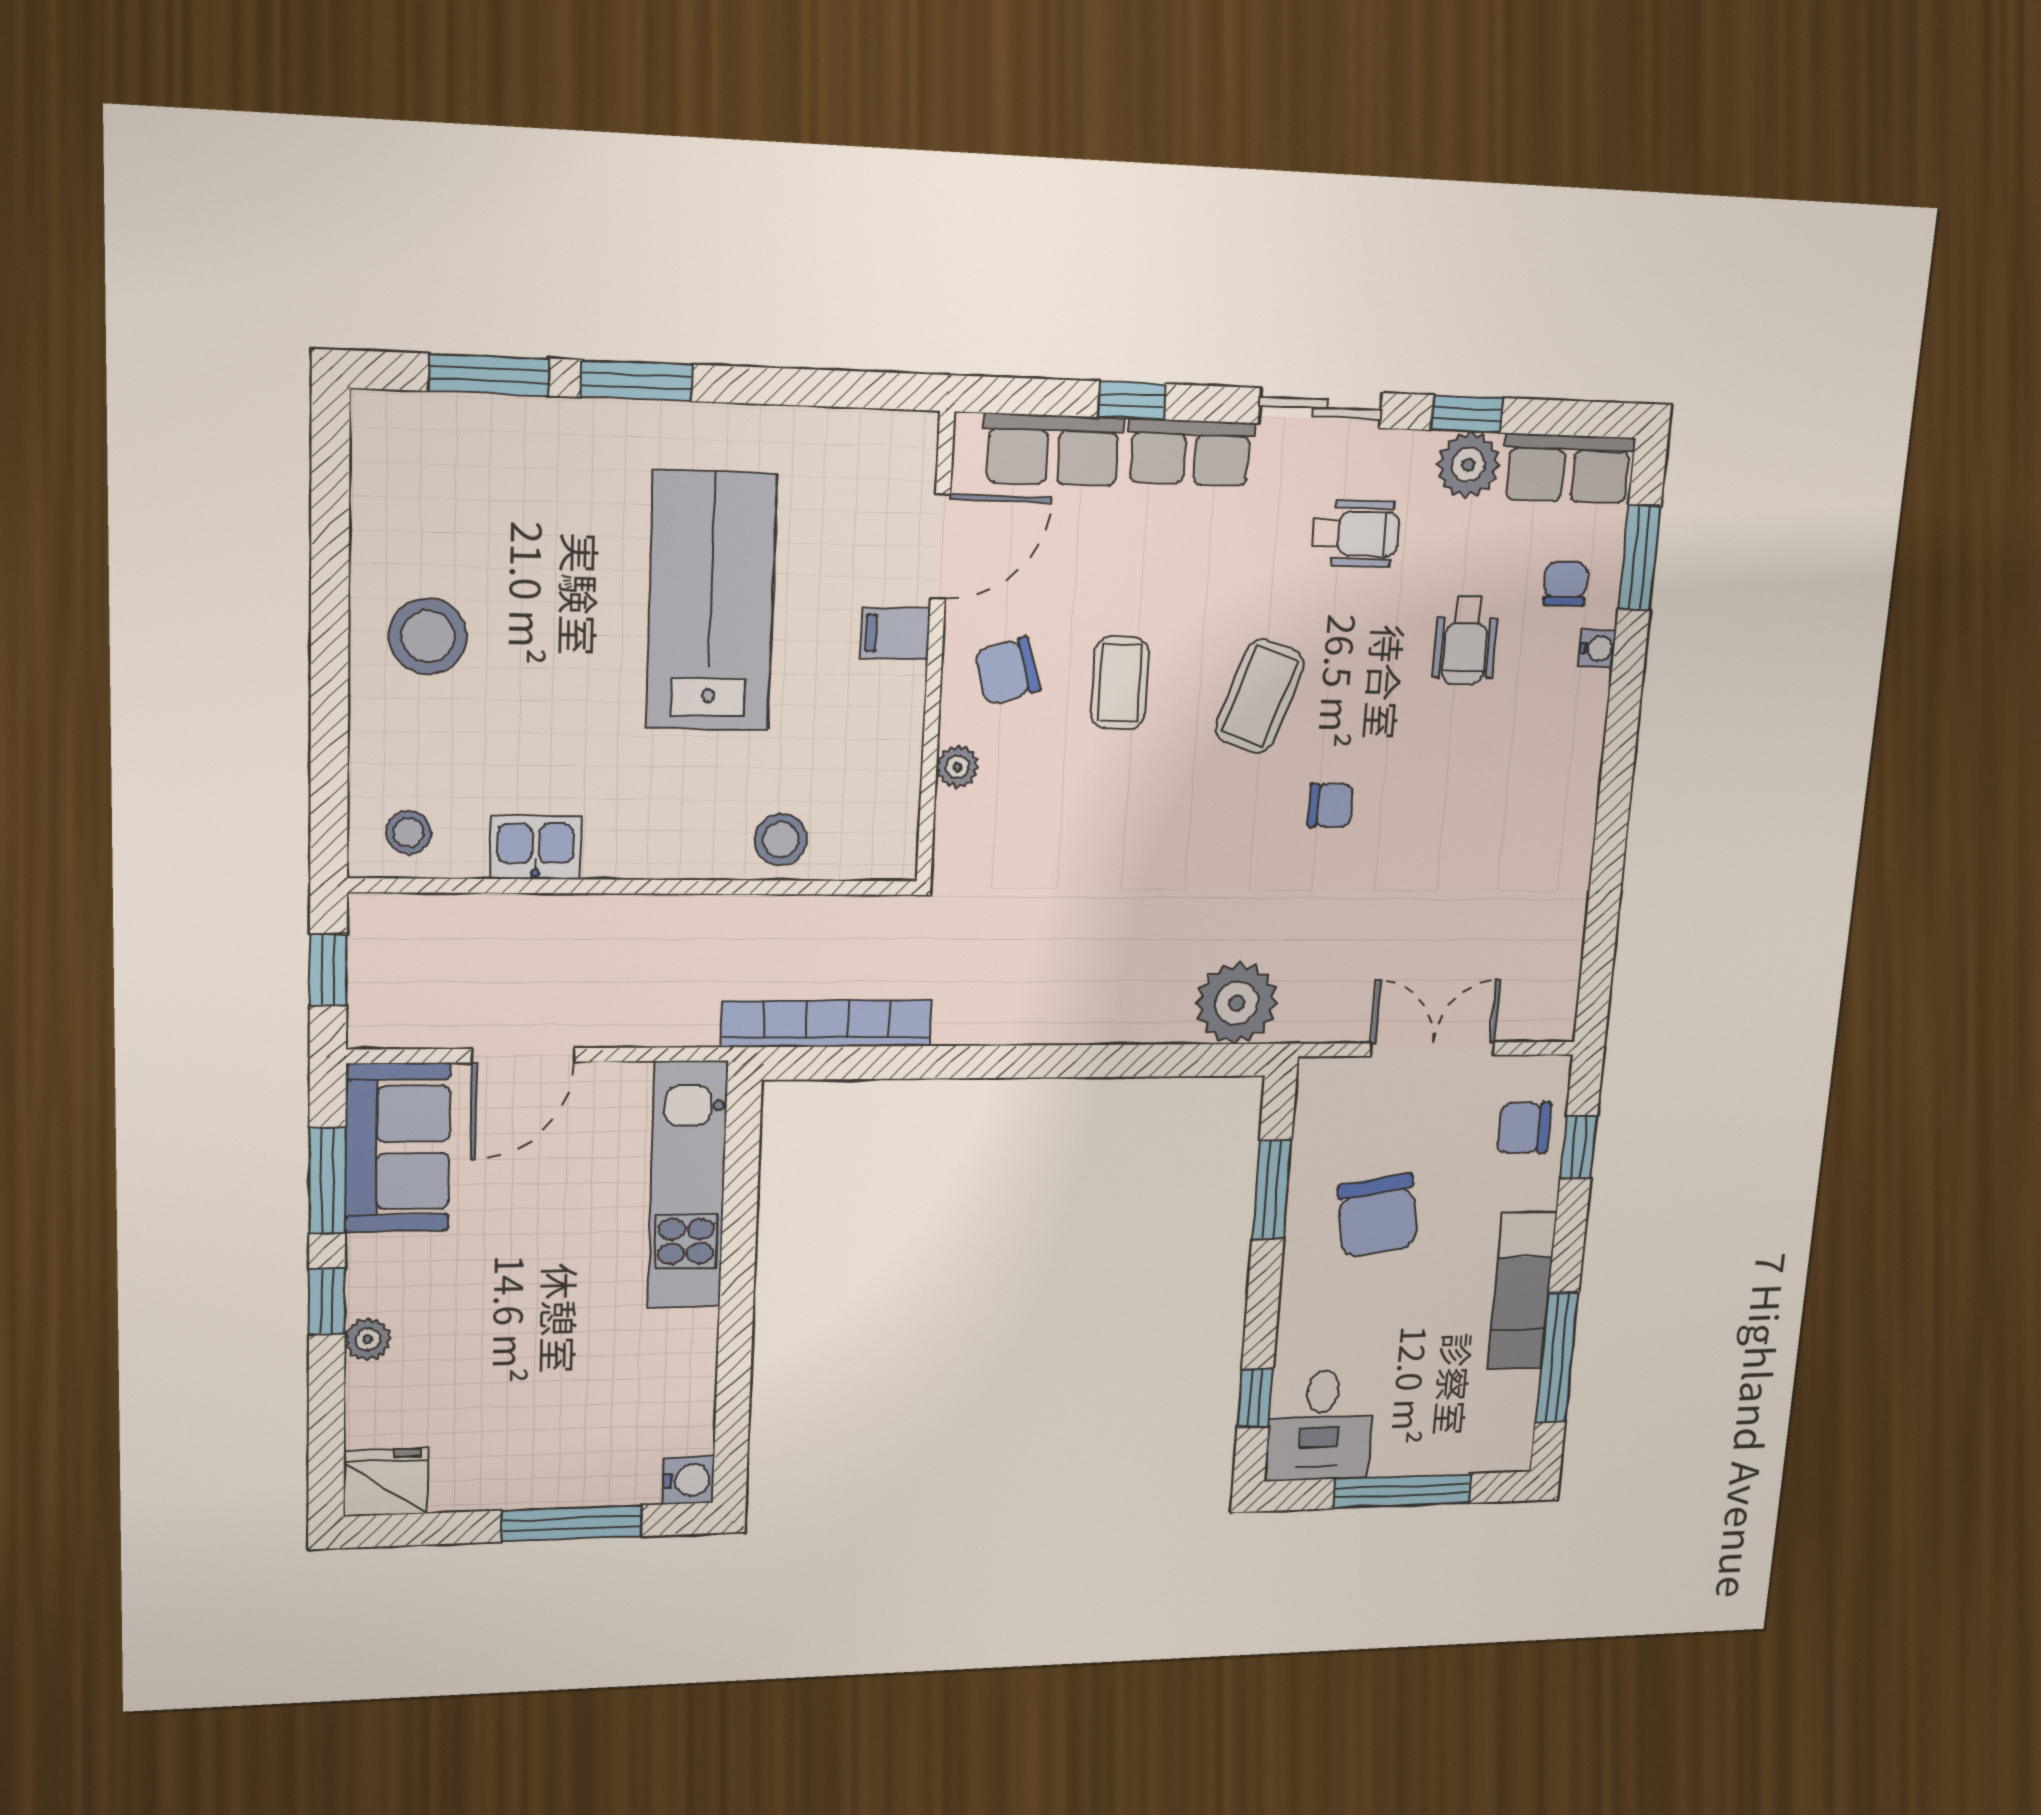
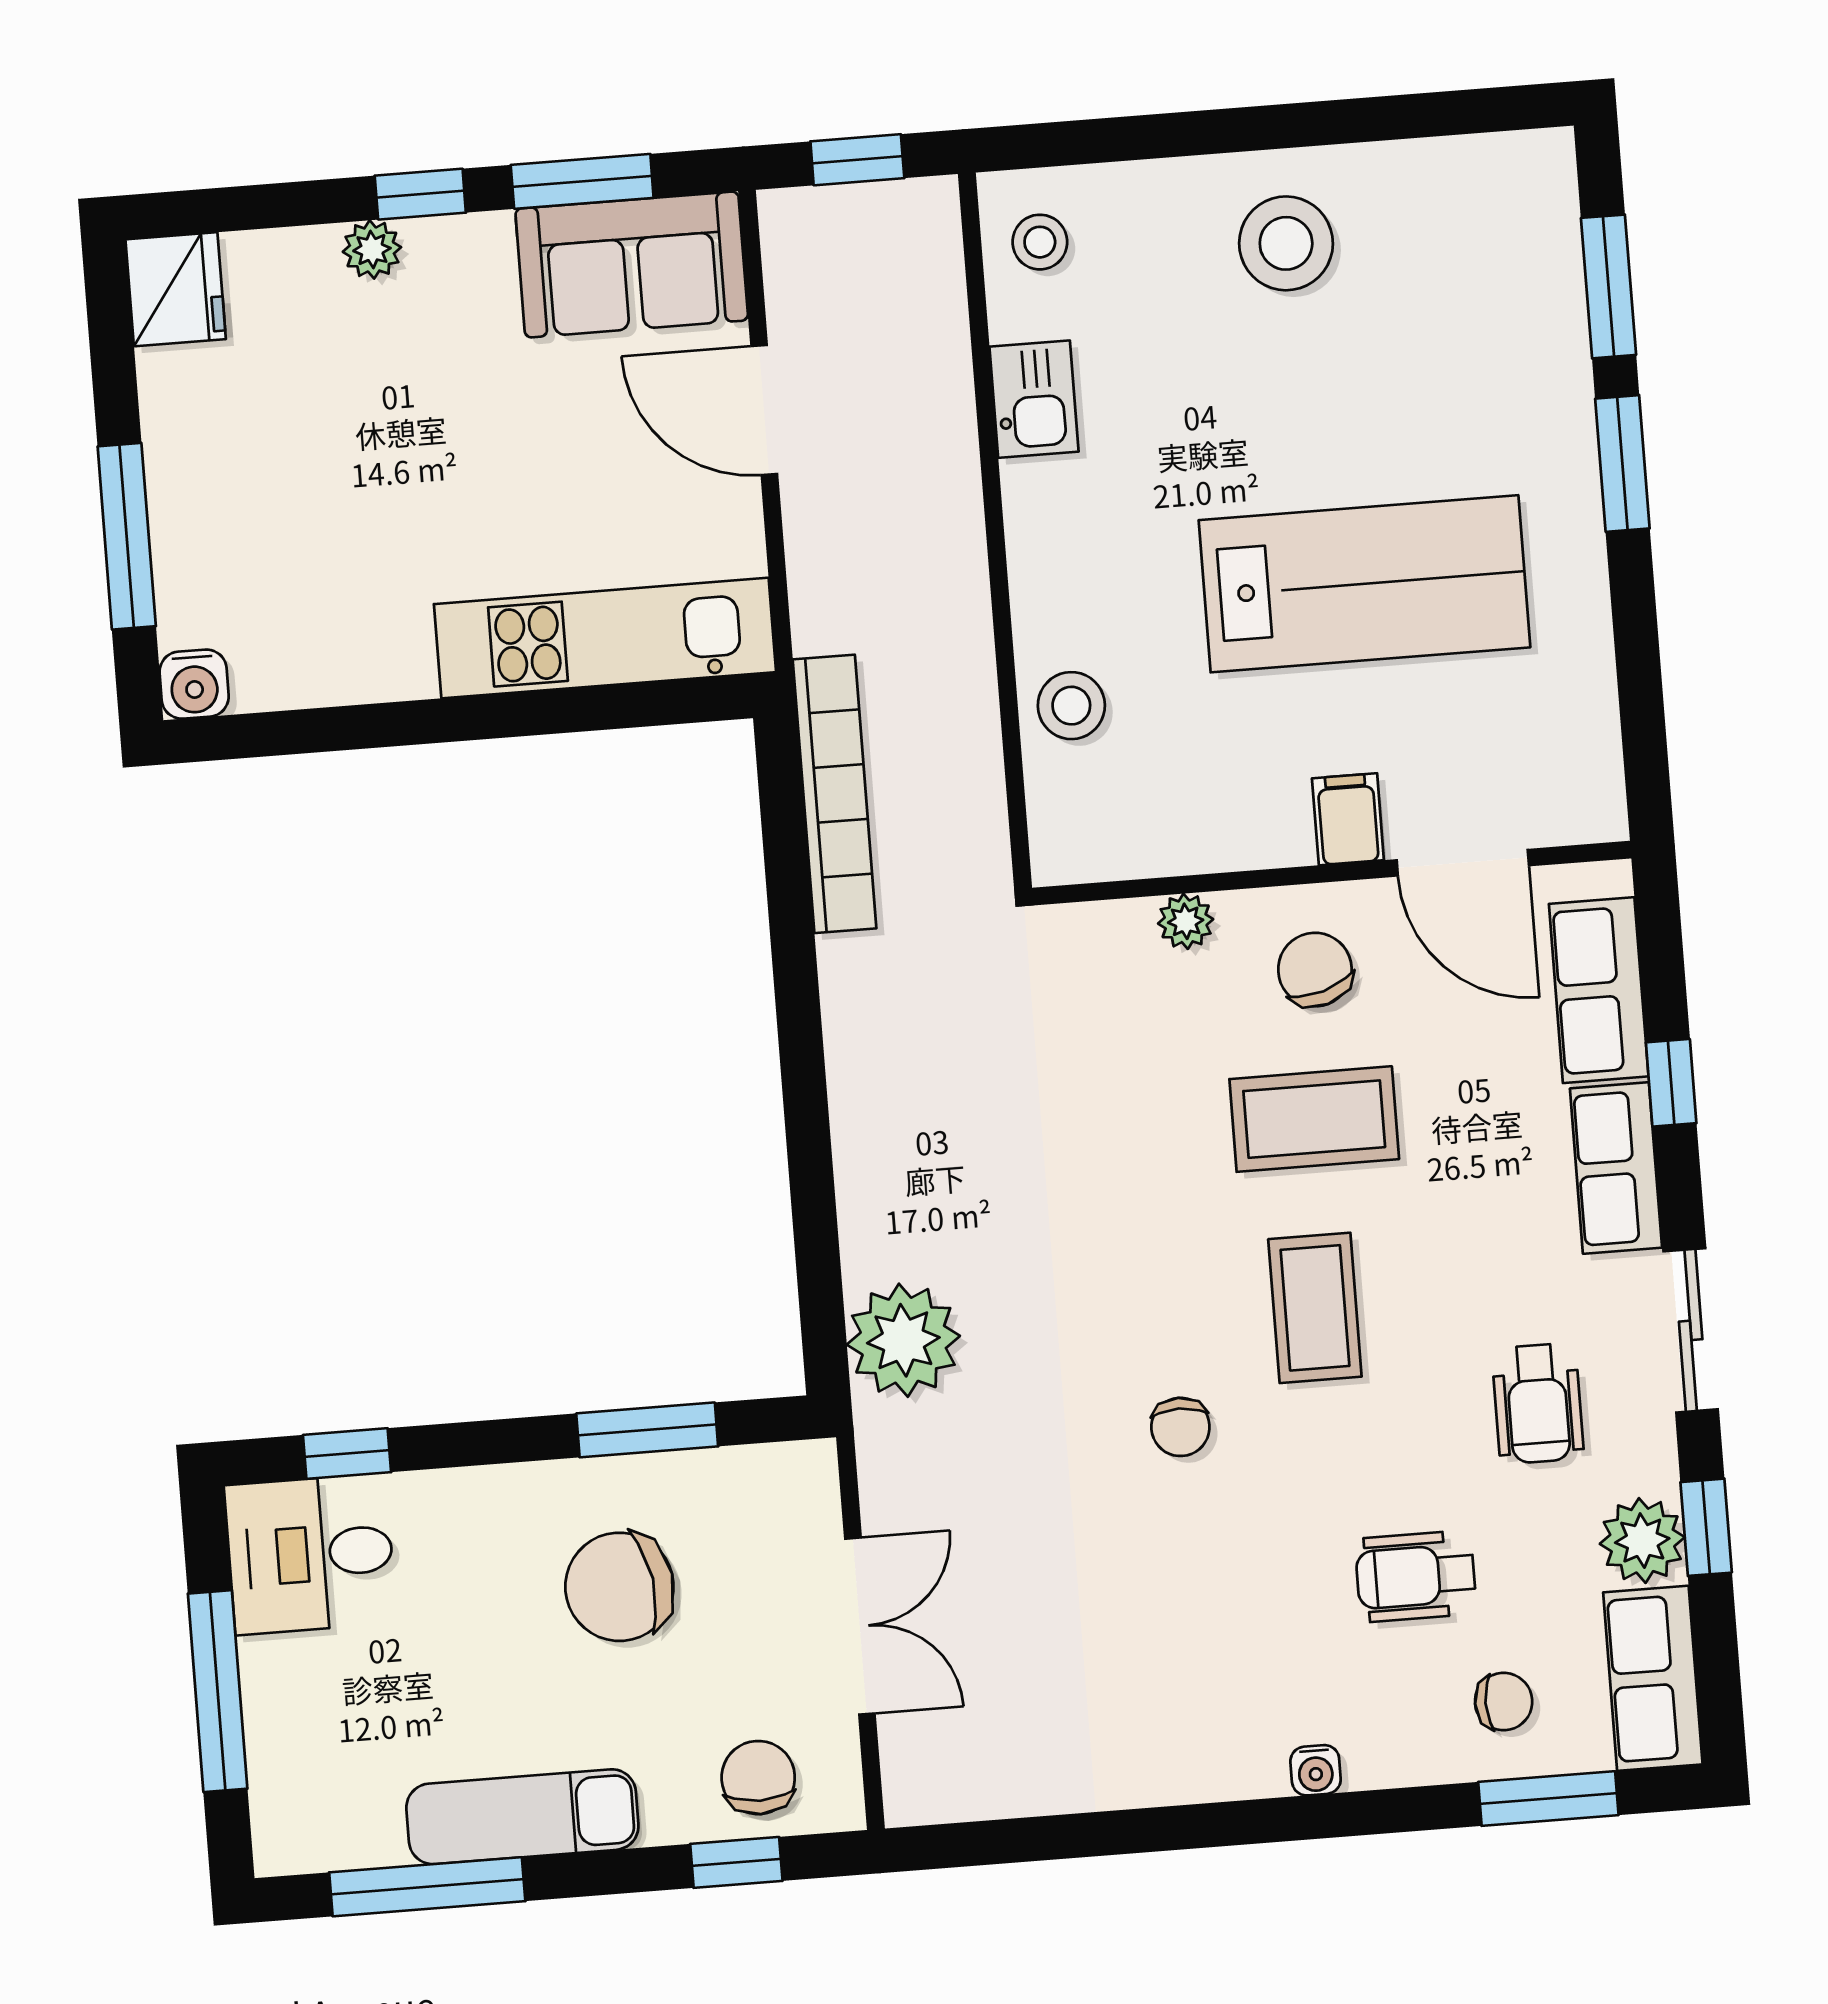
water cooler: (1597, 648) -> (1316, 1770), moved
coffee table: (1120, 683) -> (1314, 1119), width x1.36, depth x1.30
coffee table: (1260, 696) -> (1315, 1308), turned 71

